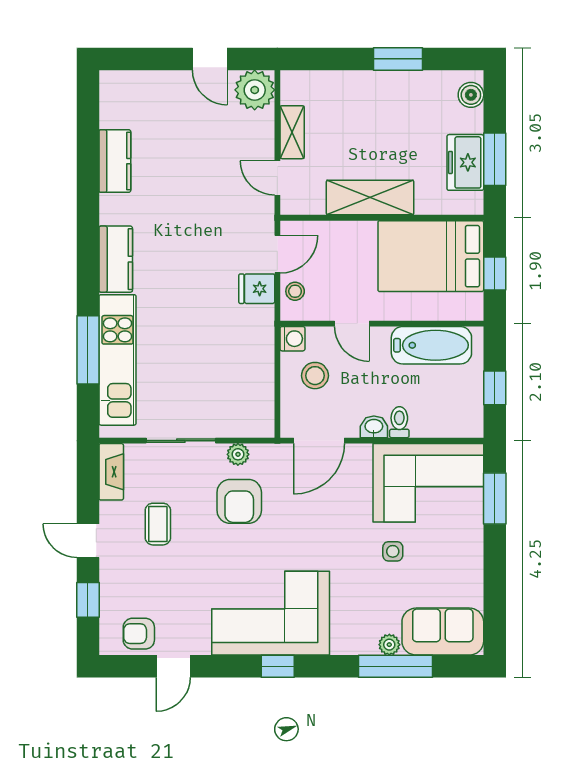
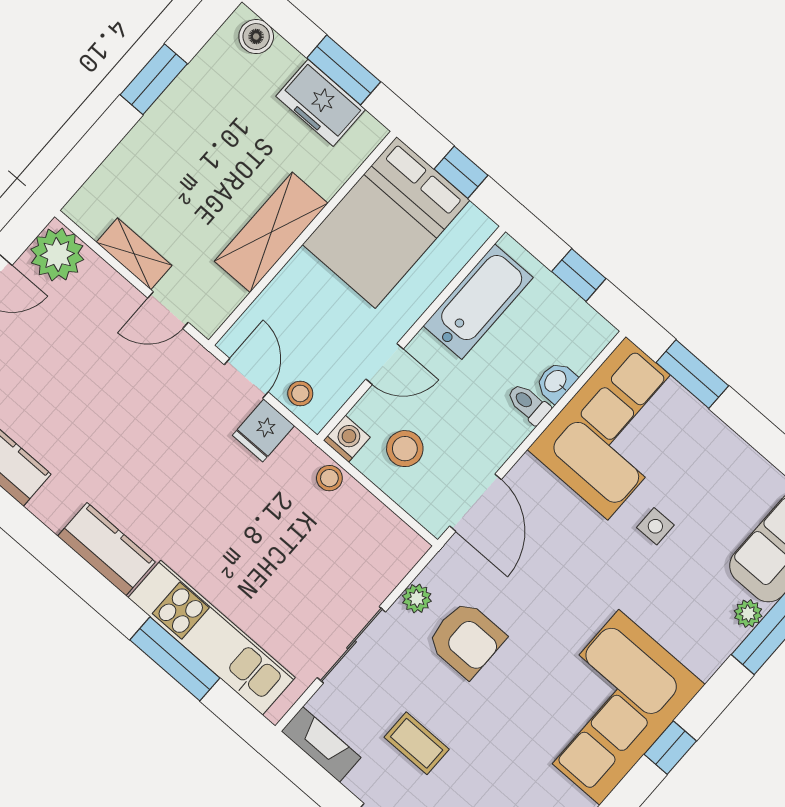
stool: (262, 348) -> (329, 478), added
washbasin: (374, 427) -> (556, 382), moved

